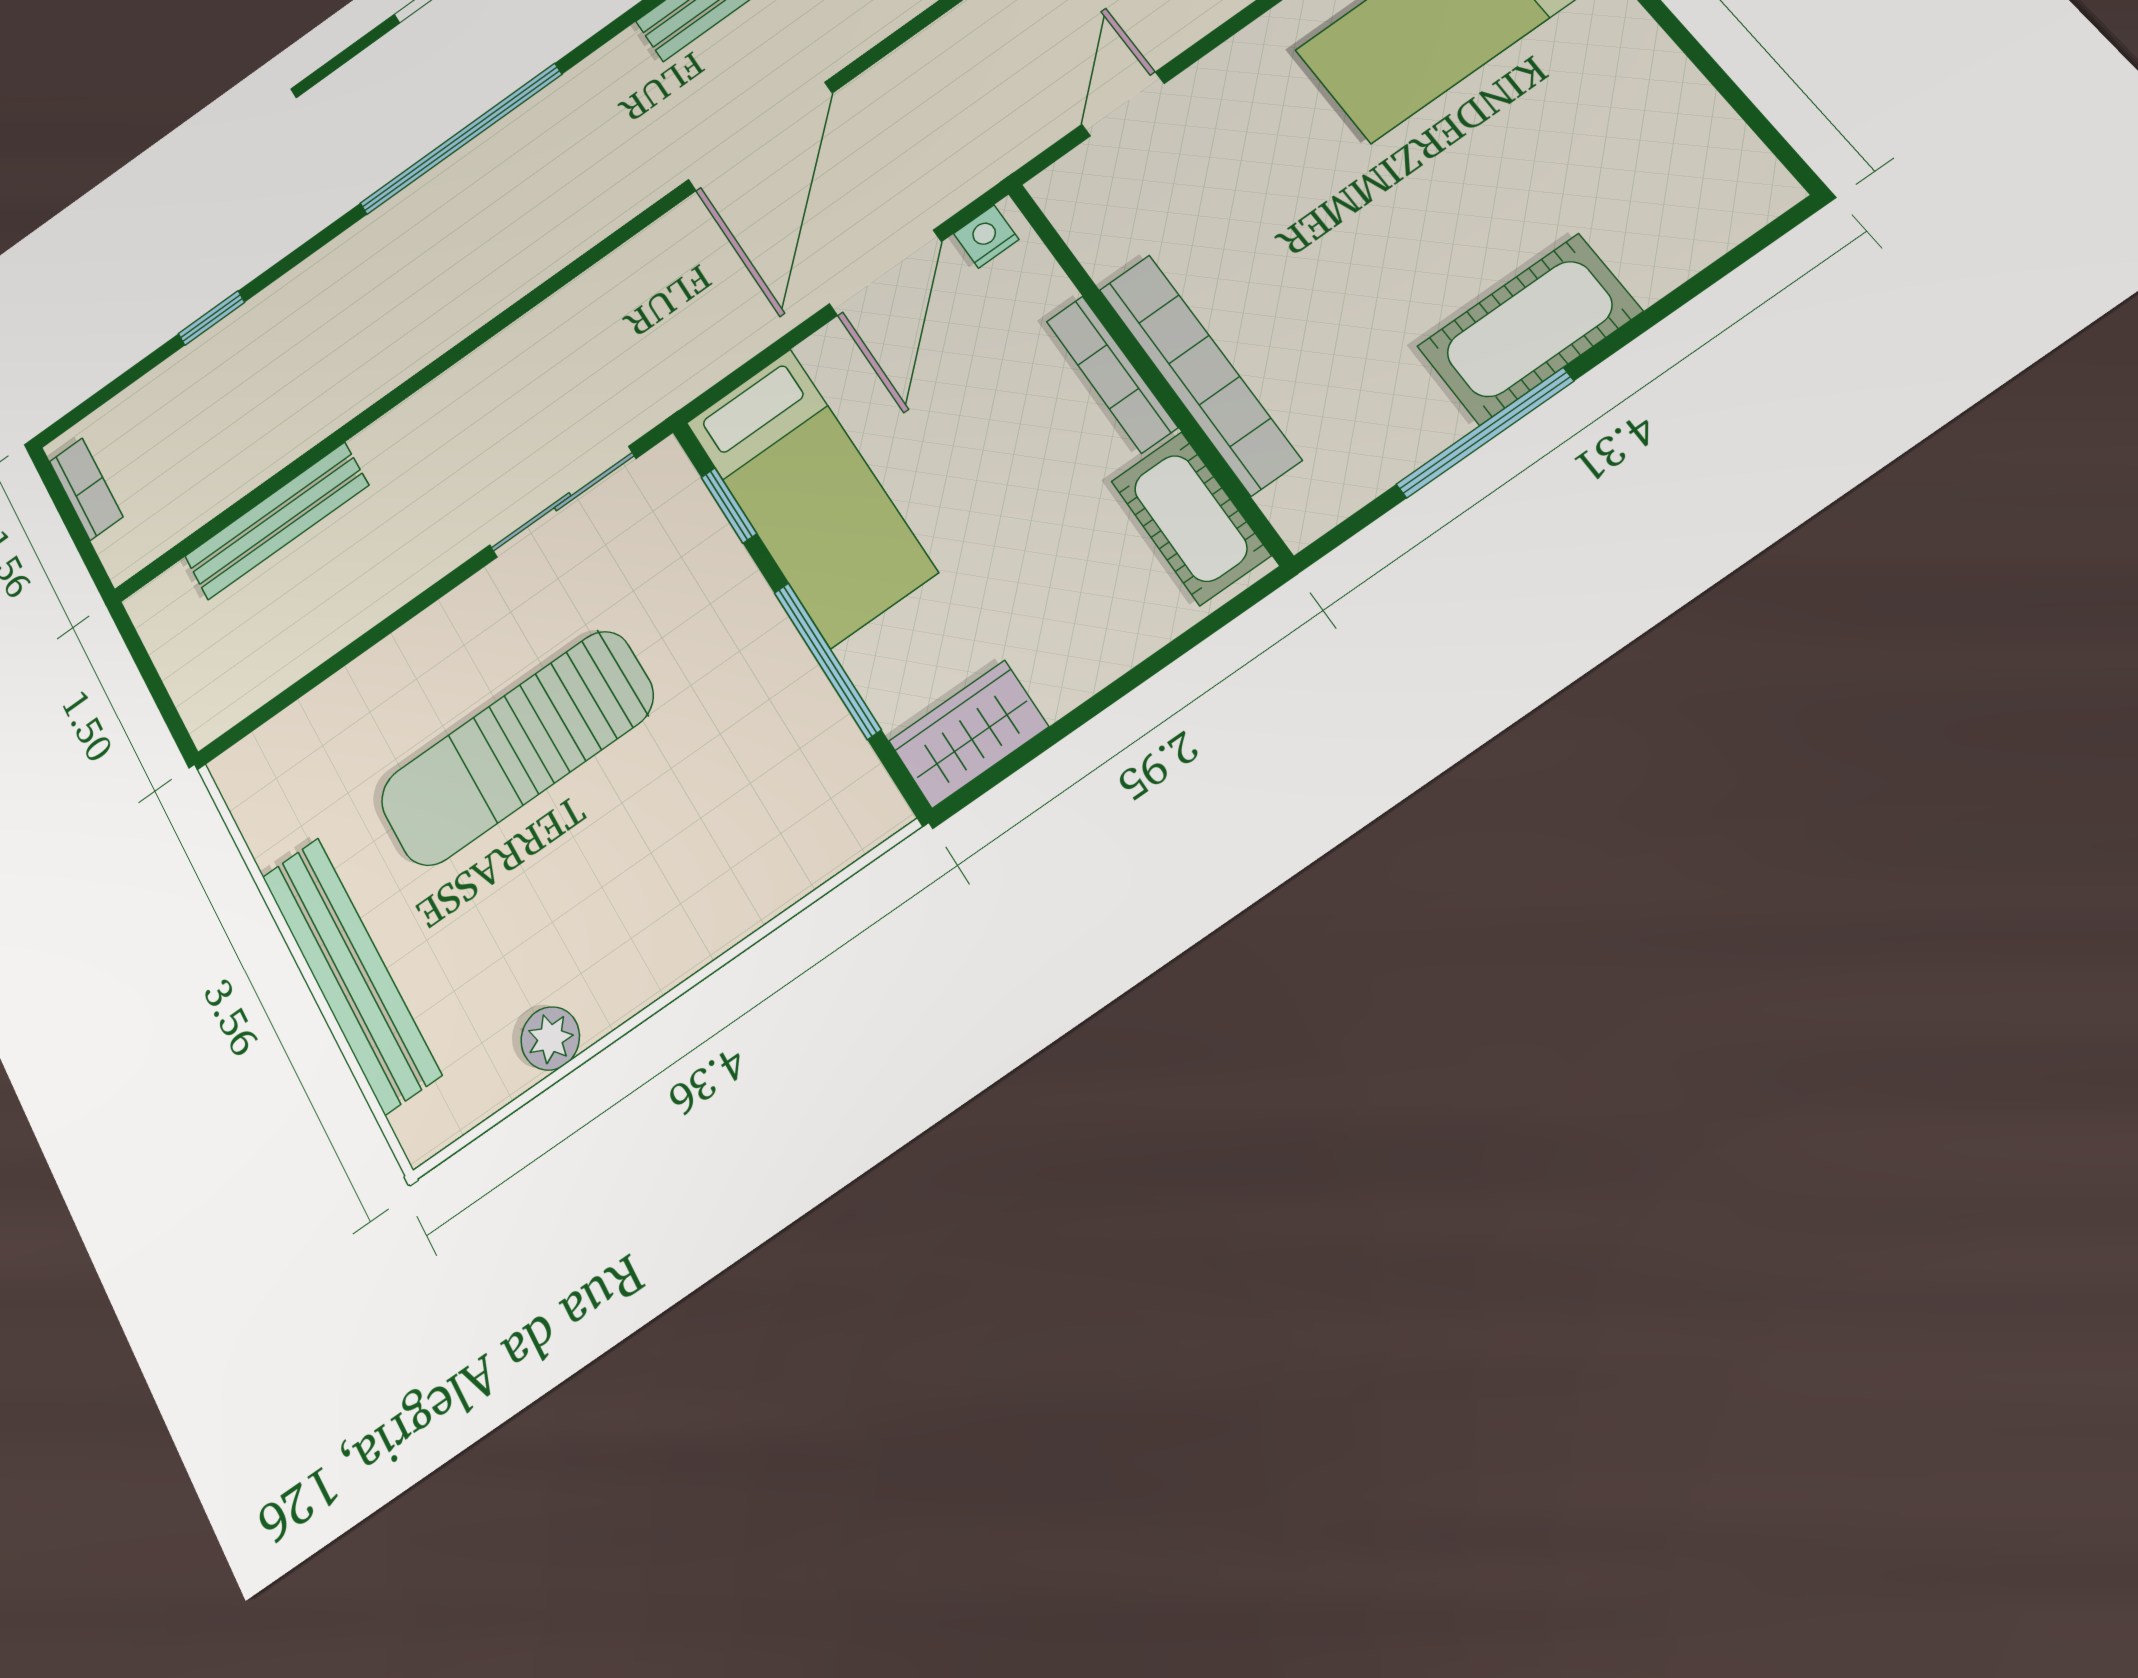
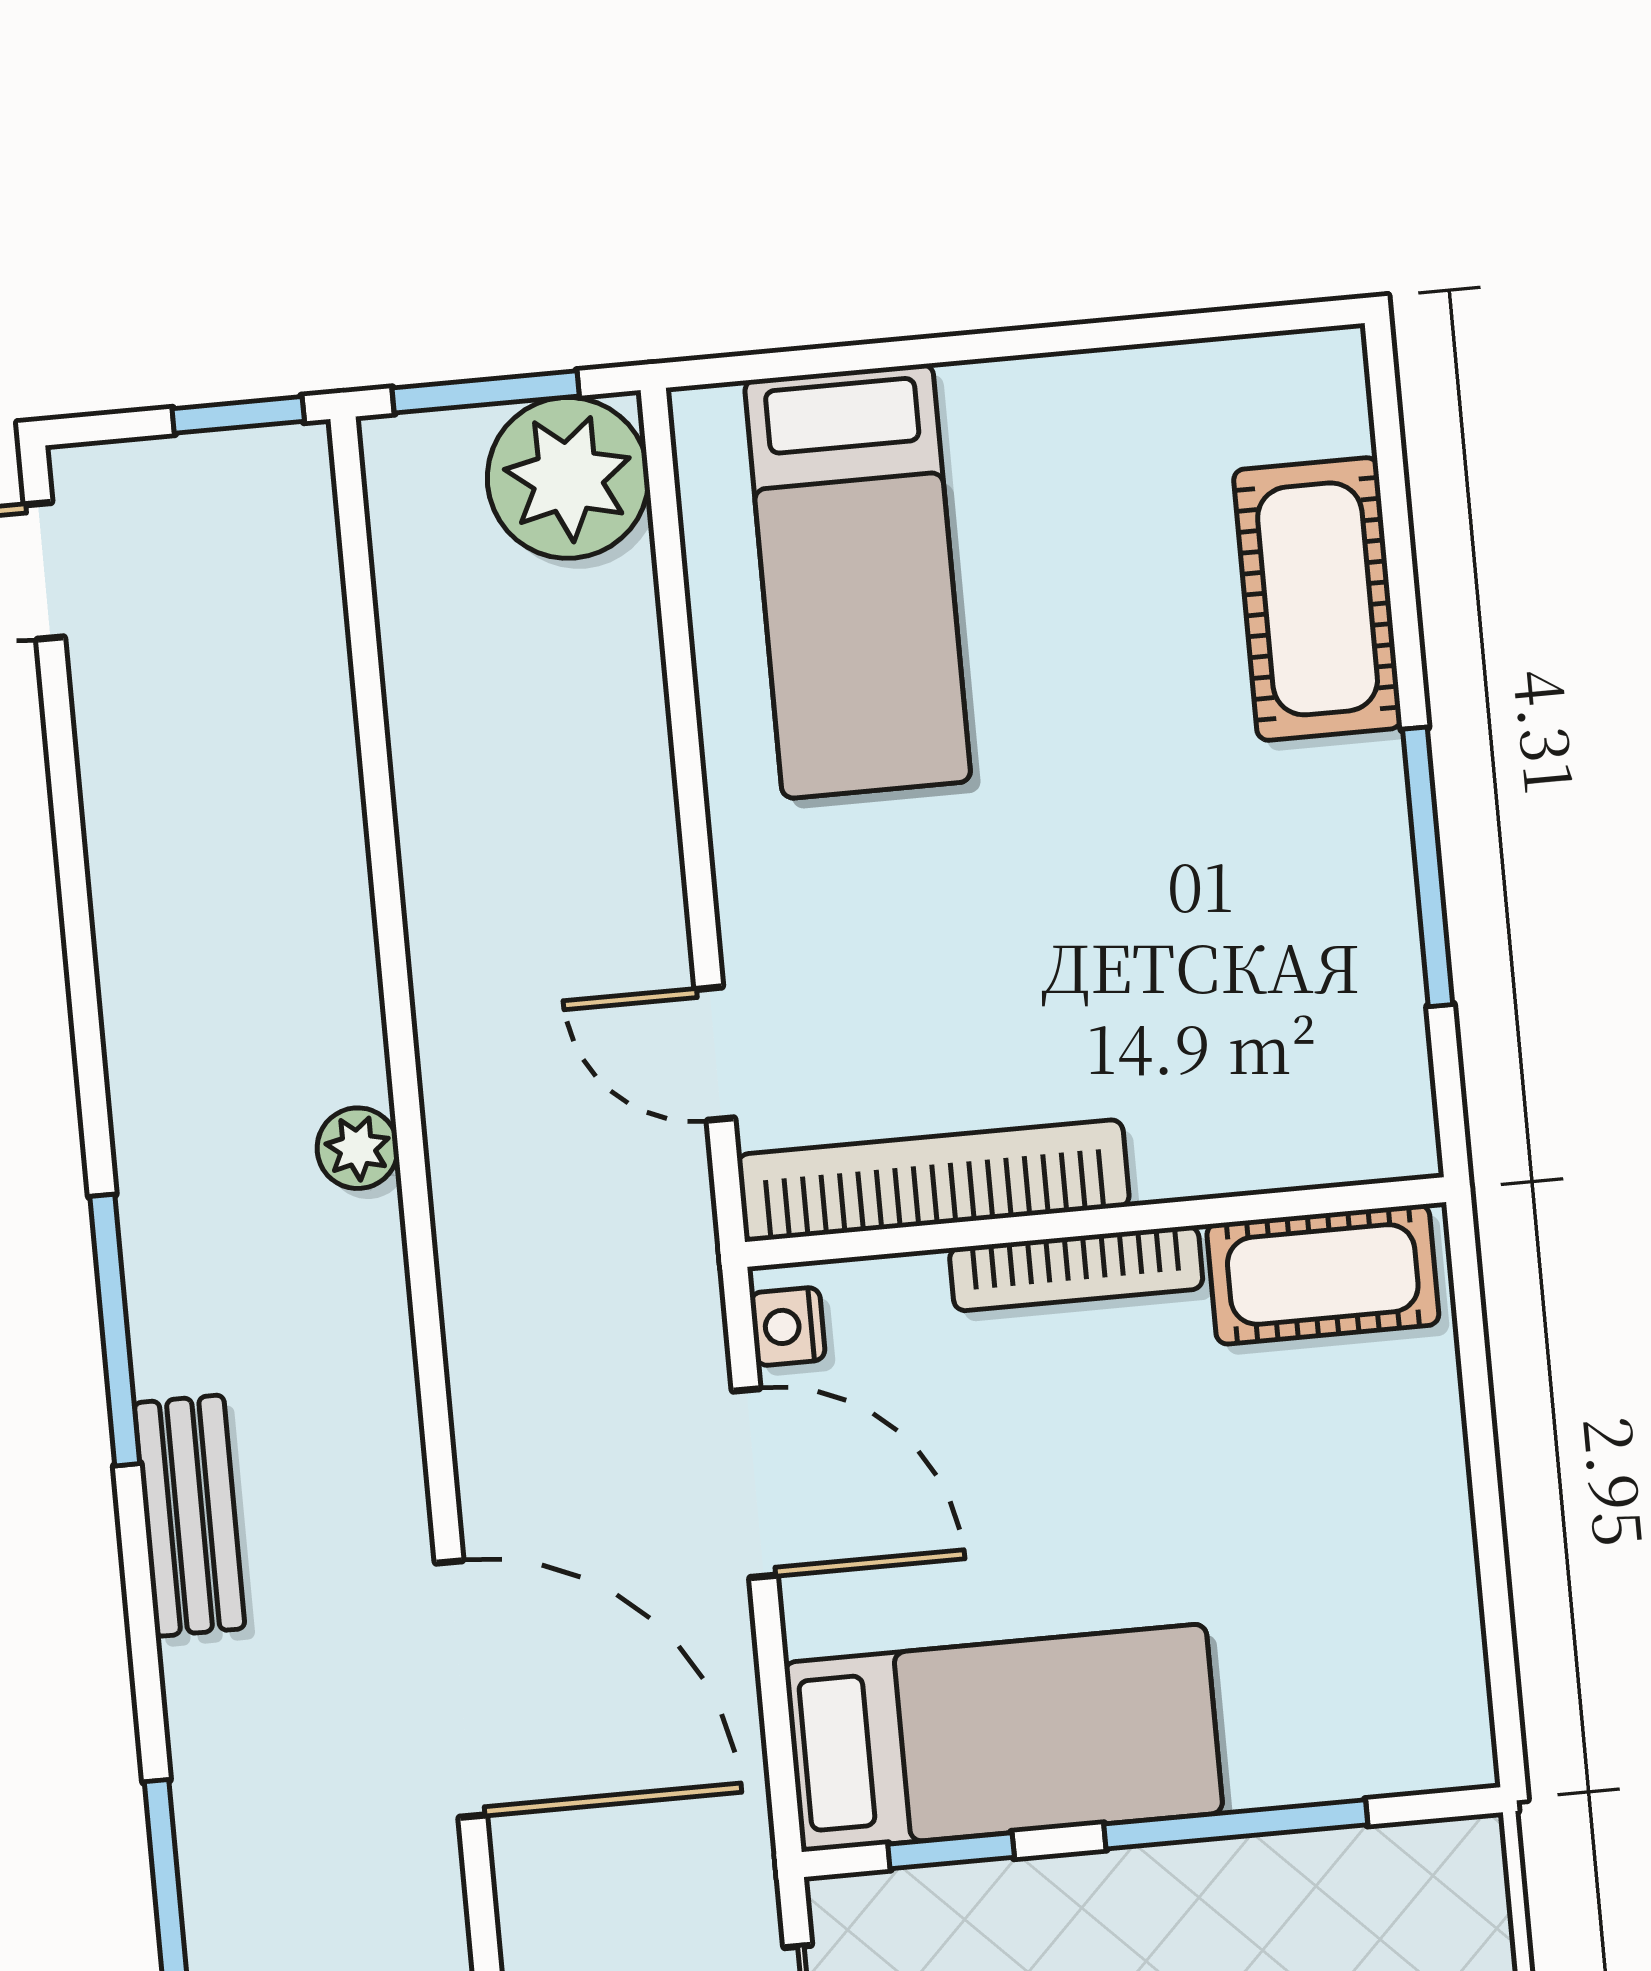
door: (760, 137) -> (461, 1689), moved
cot: (1529, 329) -> (1318, 599), moved
bookcase: (1199, 374) -> (933, 1180), moved
wardrobe: (968, 734) -> (1434, 1693), removed

